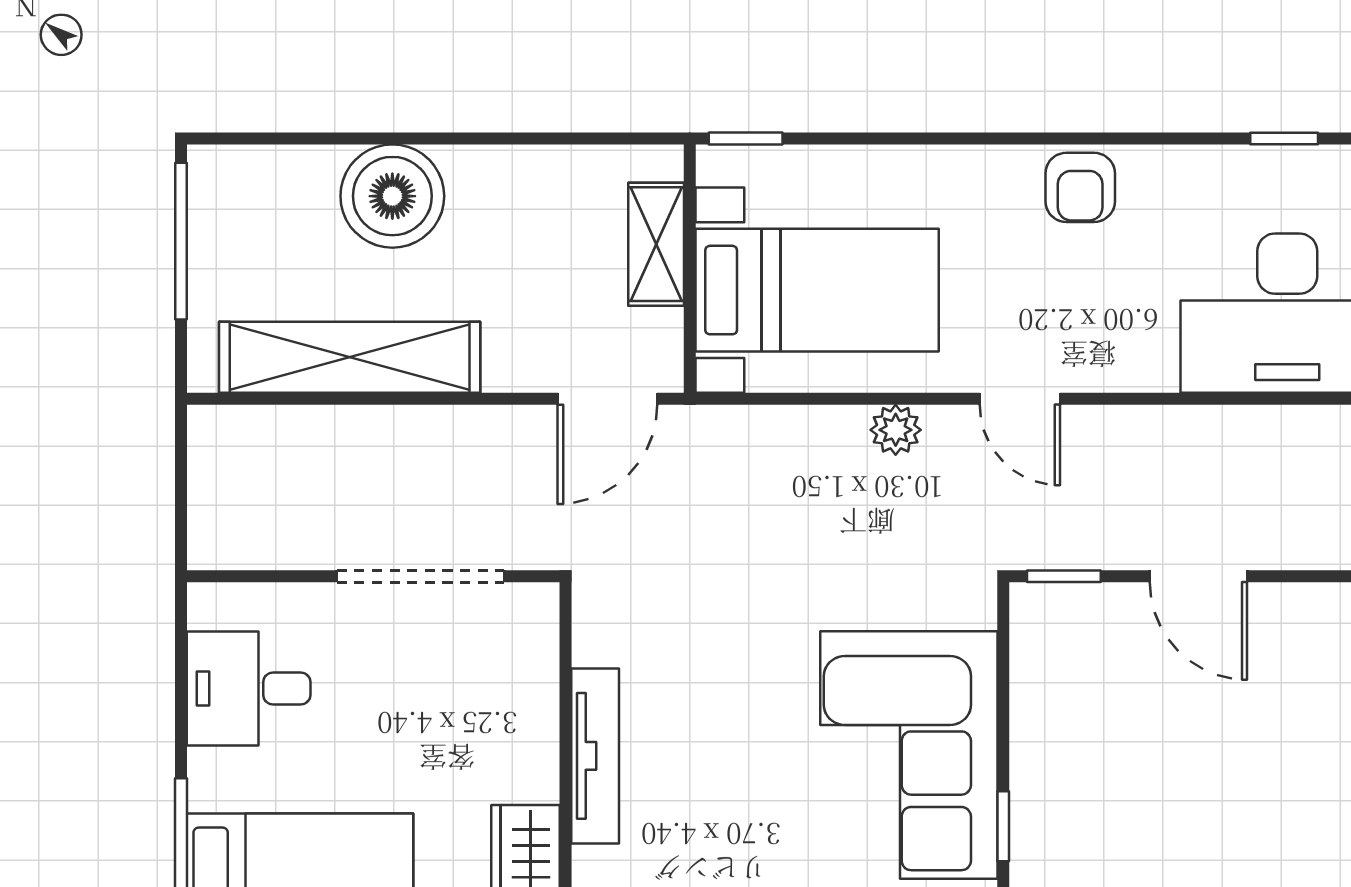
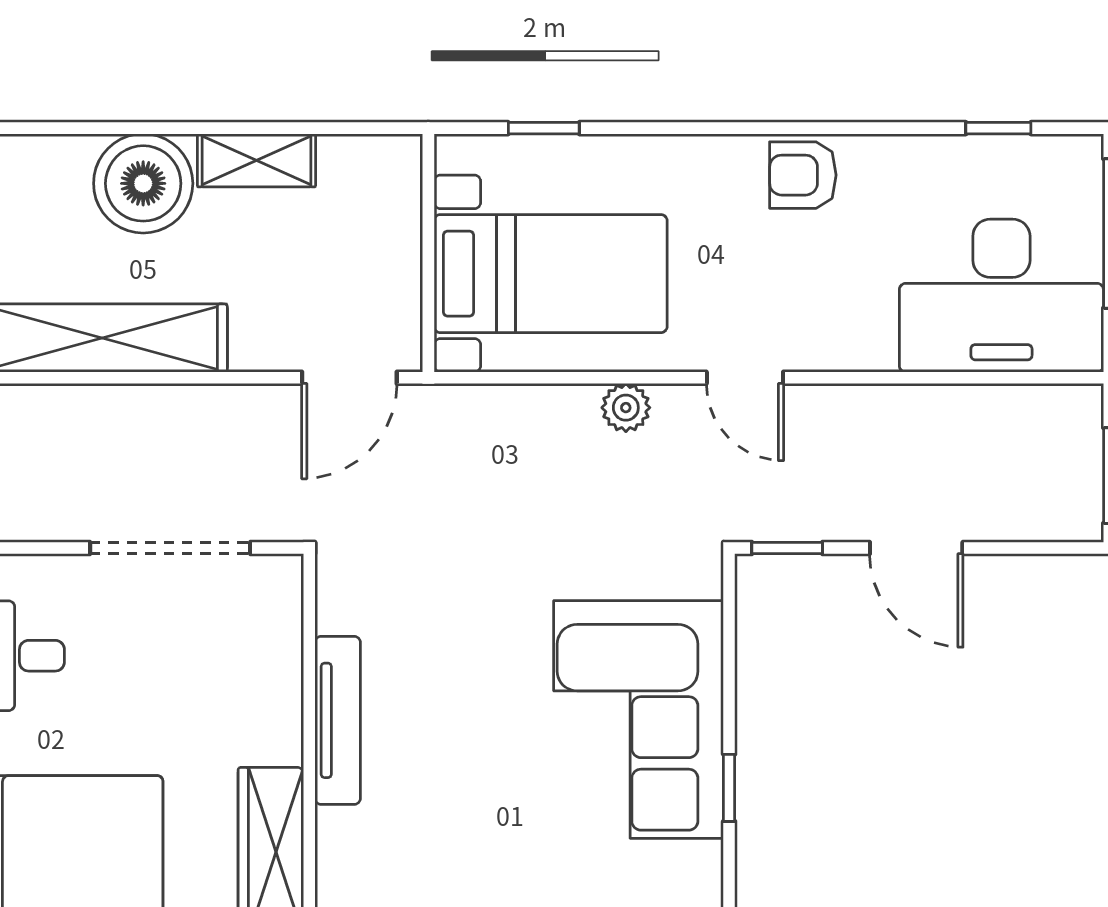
window: (746, 138) -> (544, 128), moved
armchair: (1080, 187) -> (803, 175), turned 90
shelving: (656, 244) -> (256, 160), moved, turned 90

